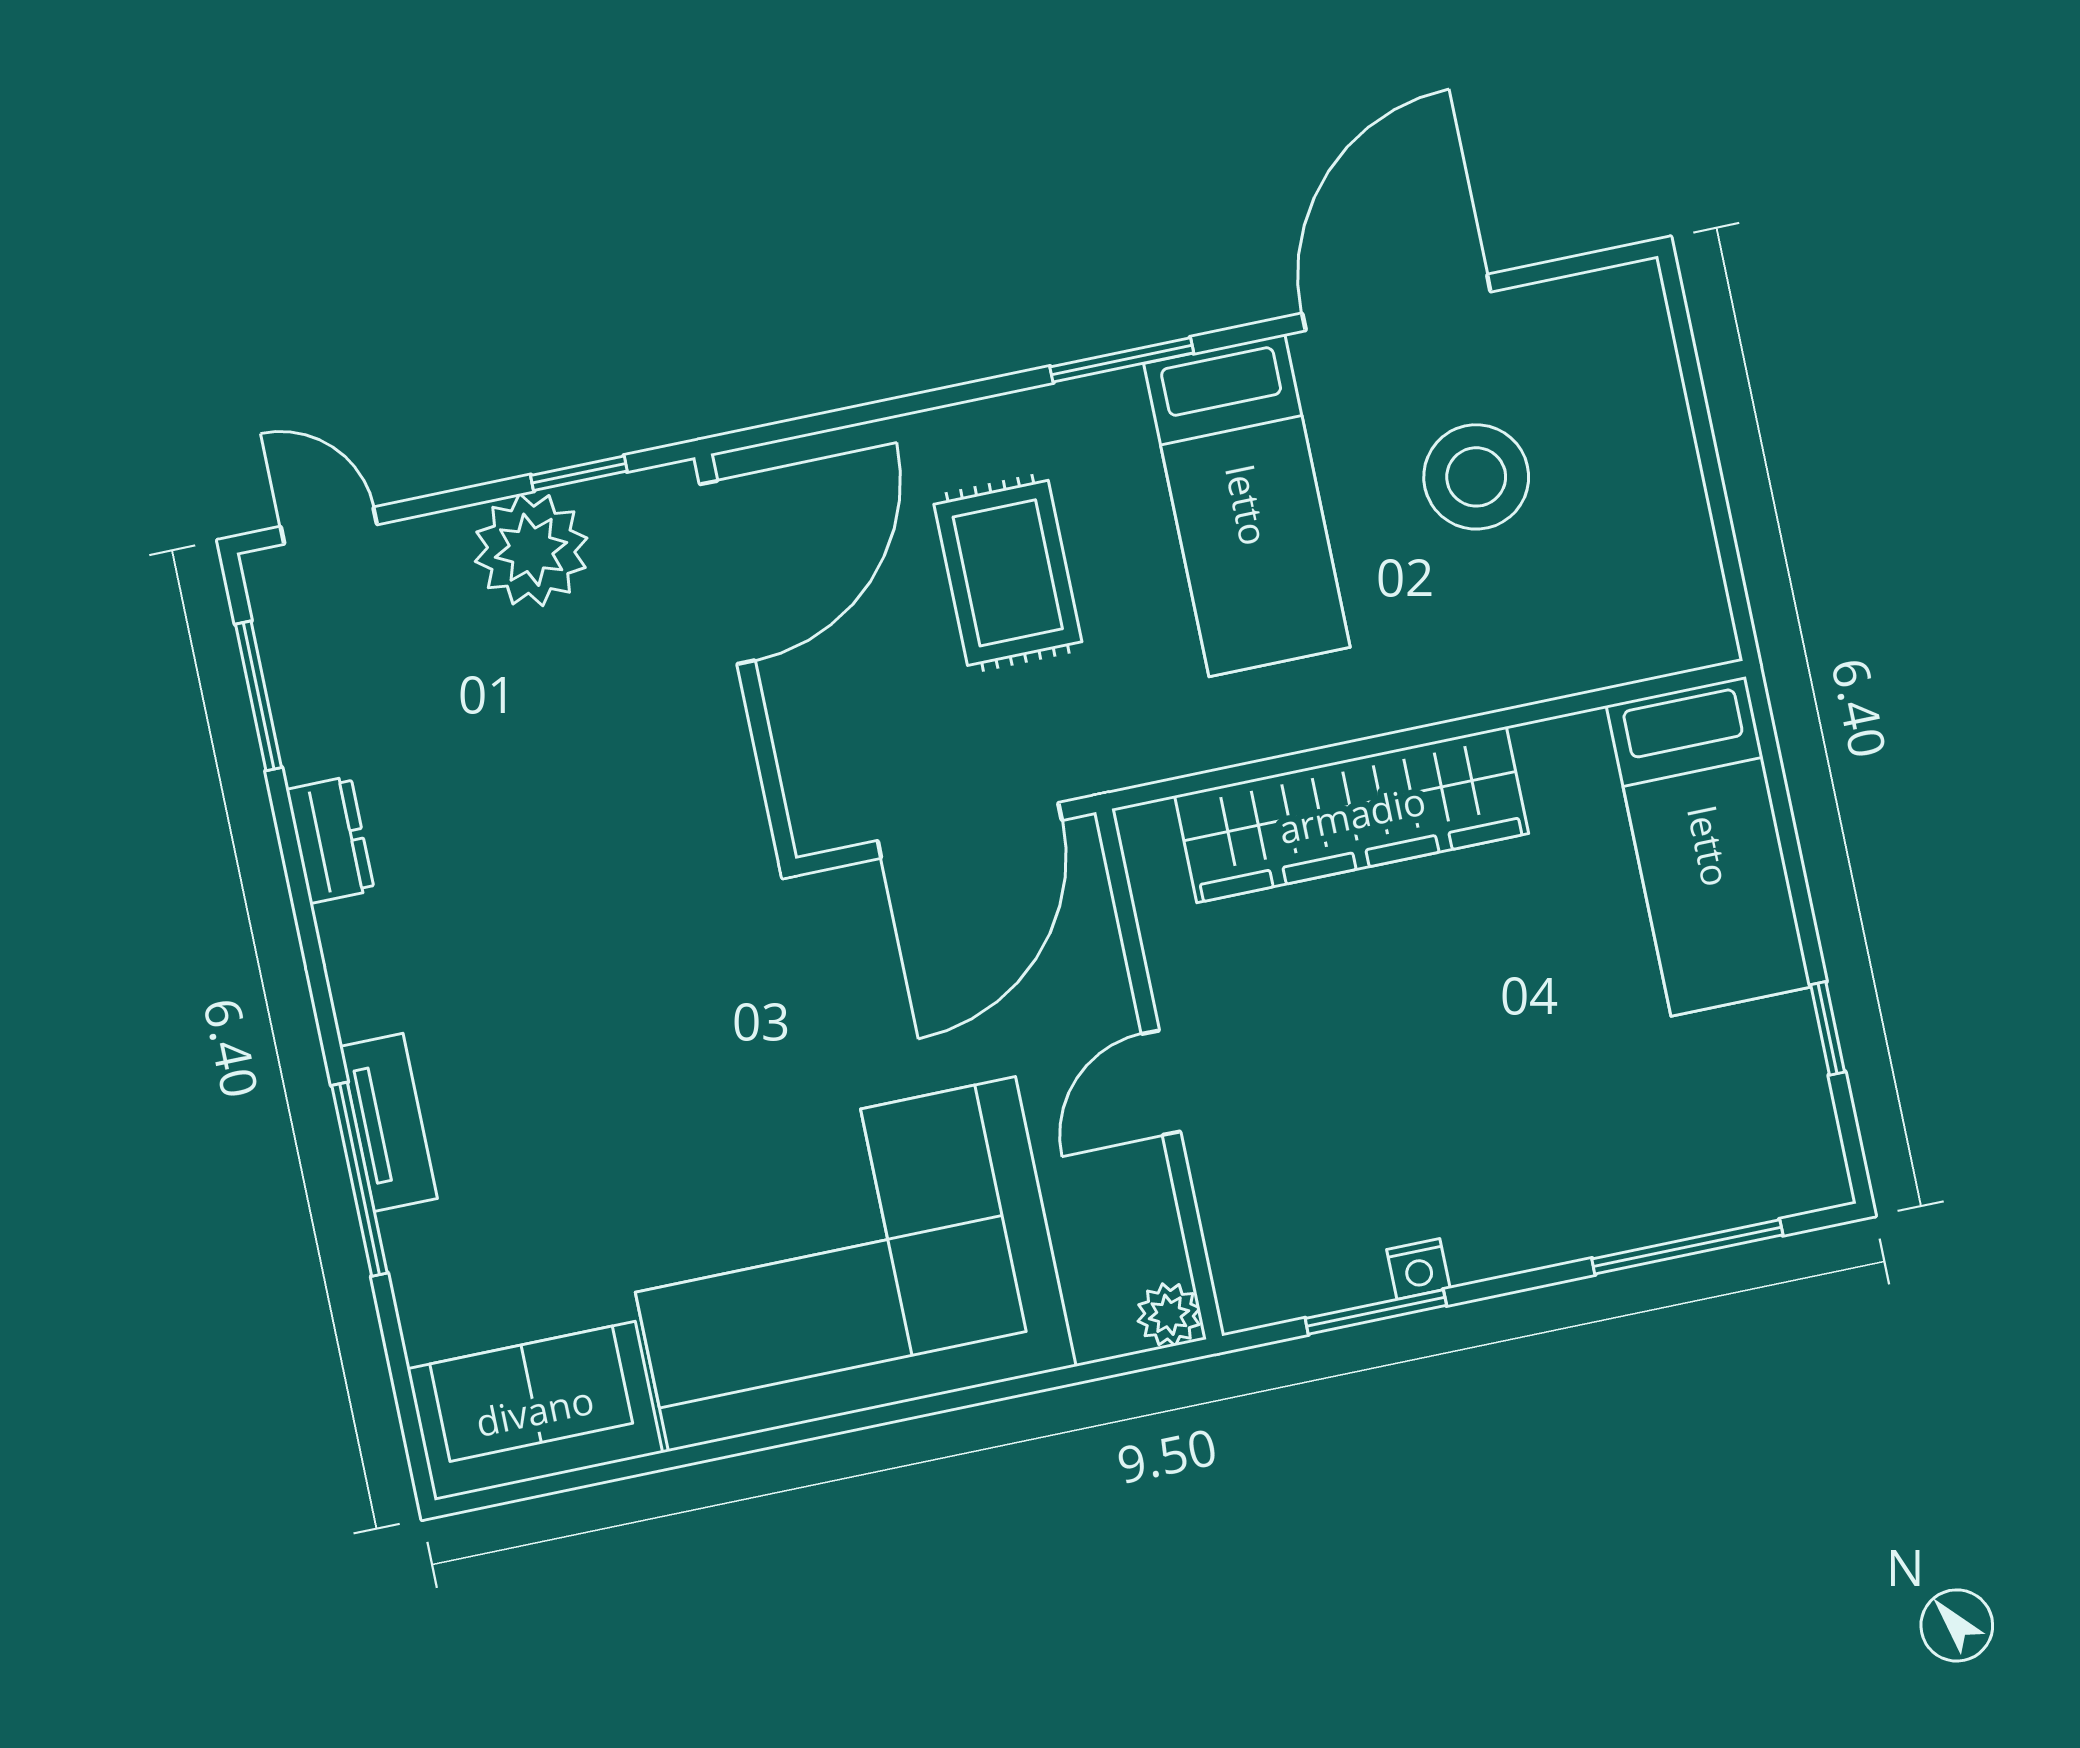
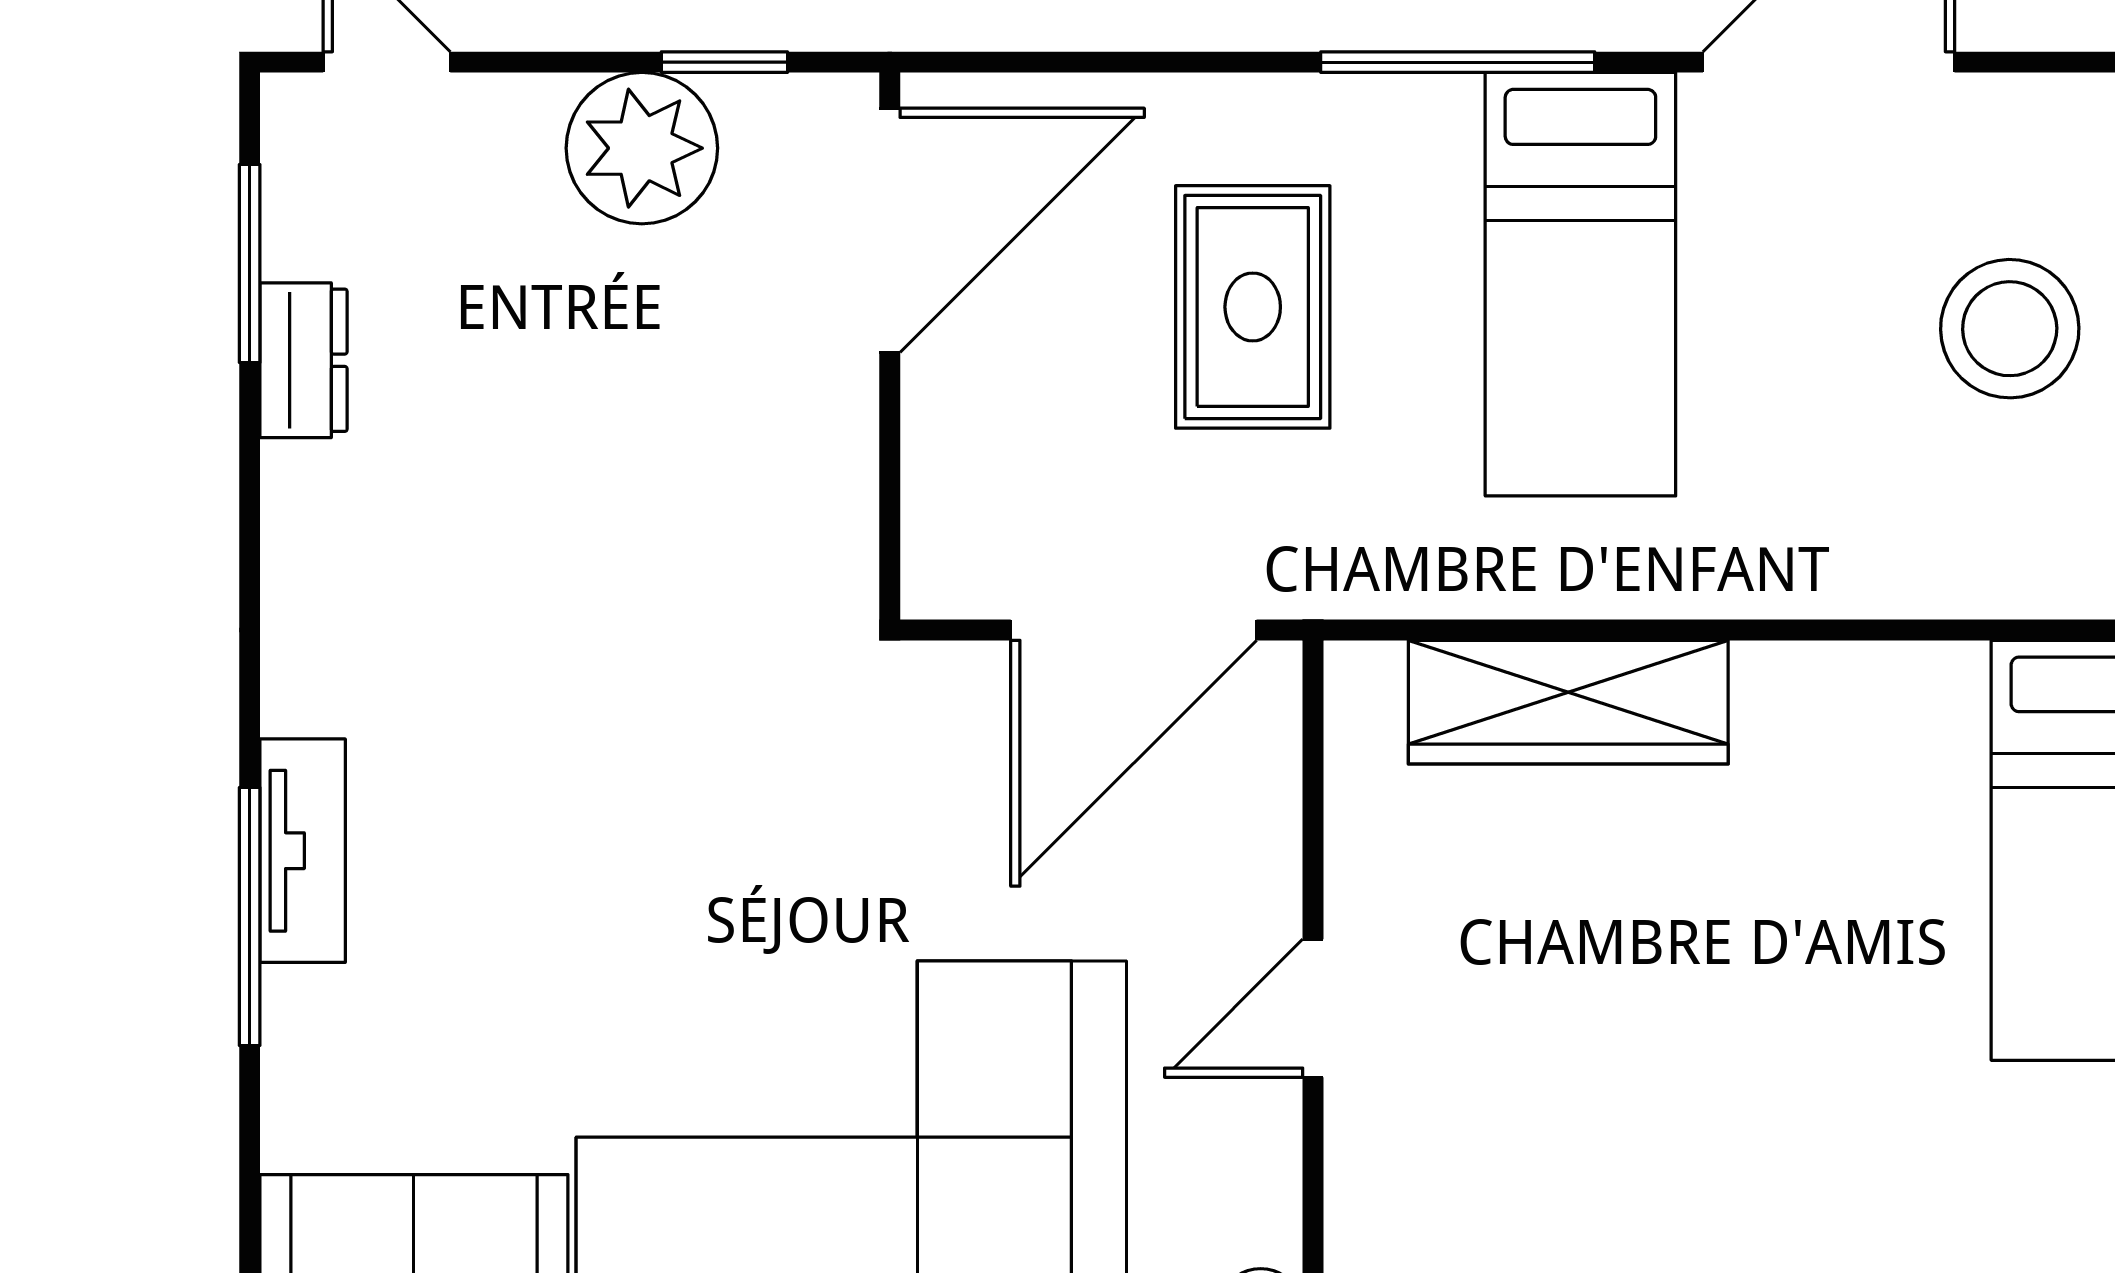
window: (1122, 360) -> (1458, 62), width x1.44
stool: (1476, 477) -> (2010, 329), moved
wardrobe: (1352, 815) -> (1568, 702), width x0.71, depth x0.85
dresser: (330, 840) -> (304, 360), moved

